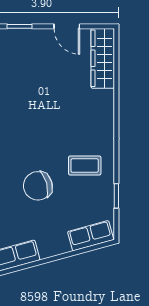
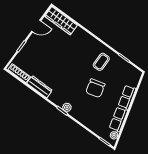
row of seats: (91, 236) -> (127, 97), moved

